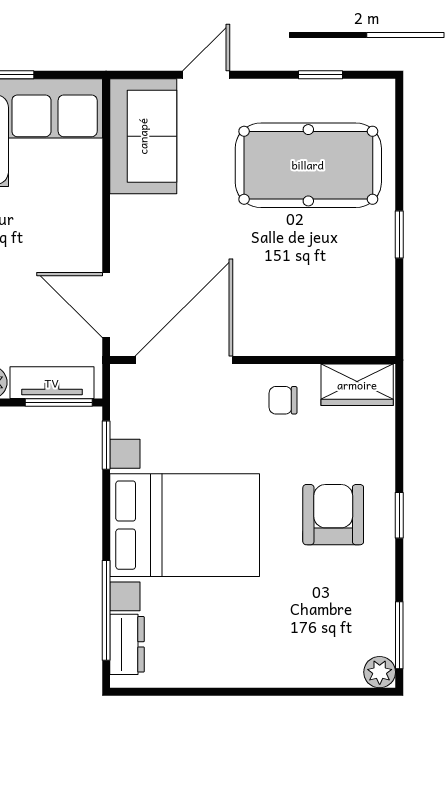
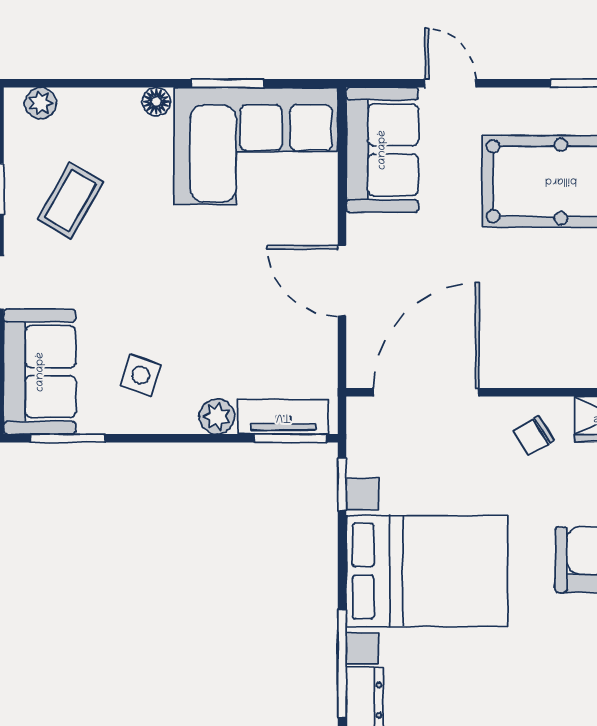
door: (206, 75) -> (450, 83), hinge flipped
door: (106, 305) -> (342, 281), moved
chair: (283, 400) -> (534, 436), turned -32

